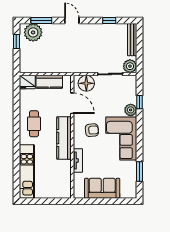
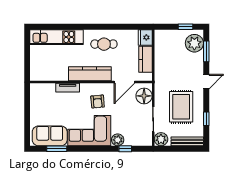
rug: (97, 46) -> (181, 107), added
sofa: (102, 188) -> (50, 136), moved, turned -90

